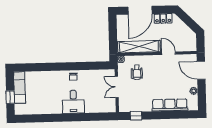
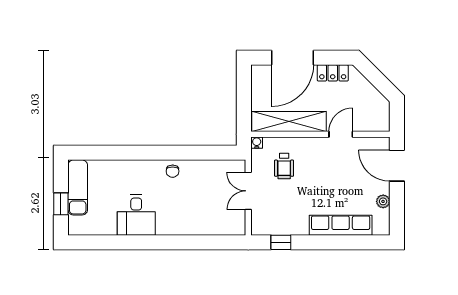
door: (169, 53) -> (341, 134), hinge flipped
desk: (73, 102) -> (136, 215), moved

